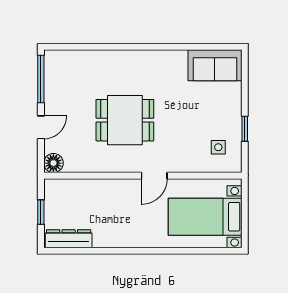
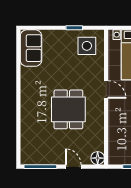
side table: (218, 147) -> (87, 46), width x1.87, depth x1.87

